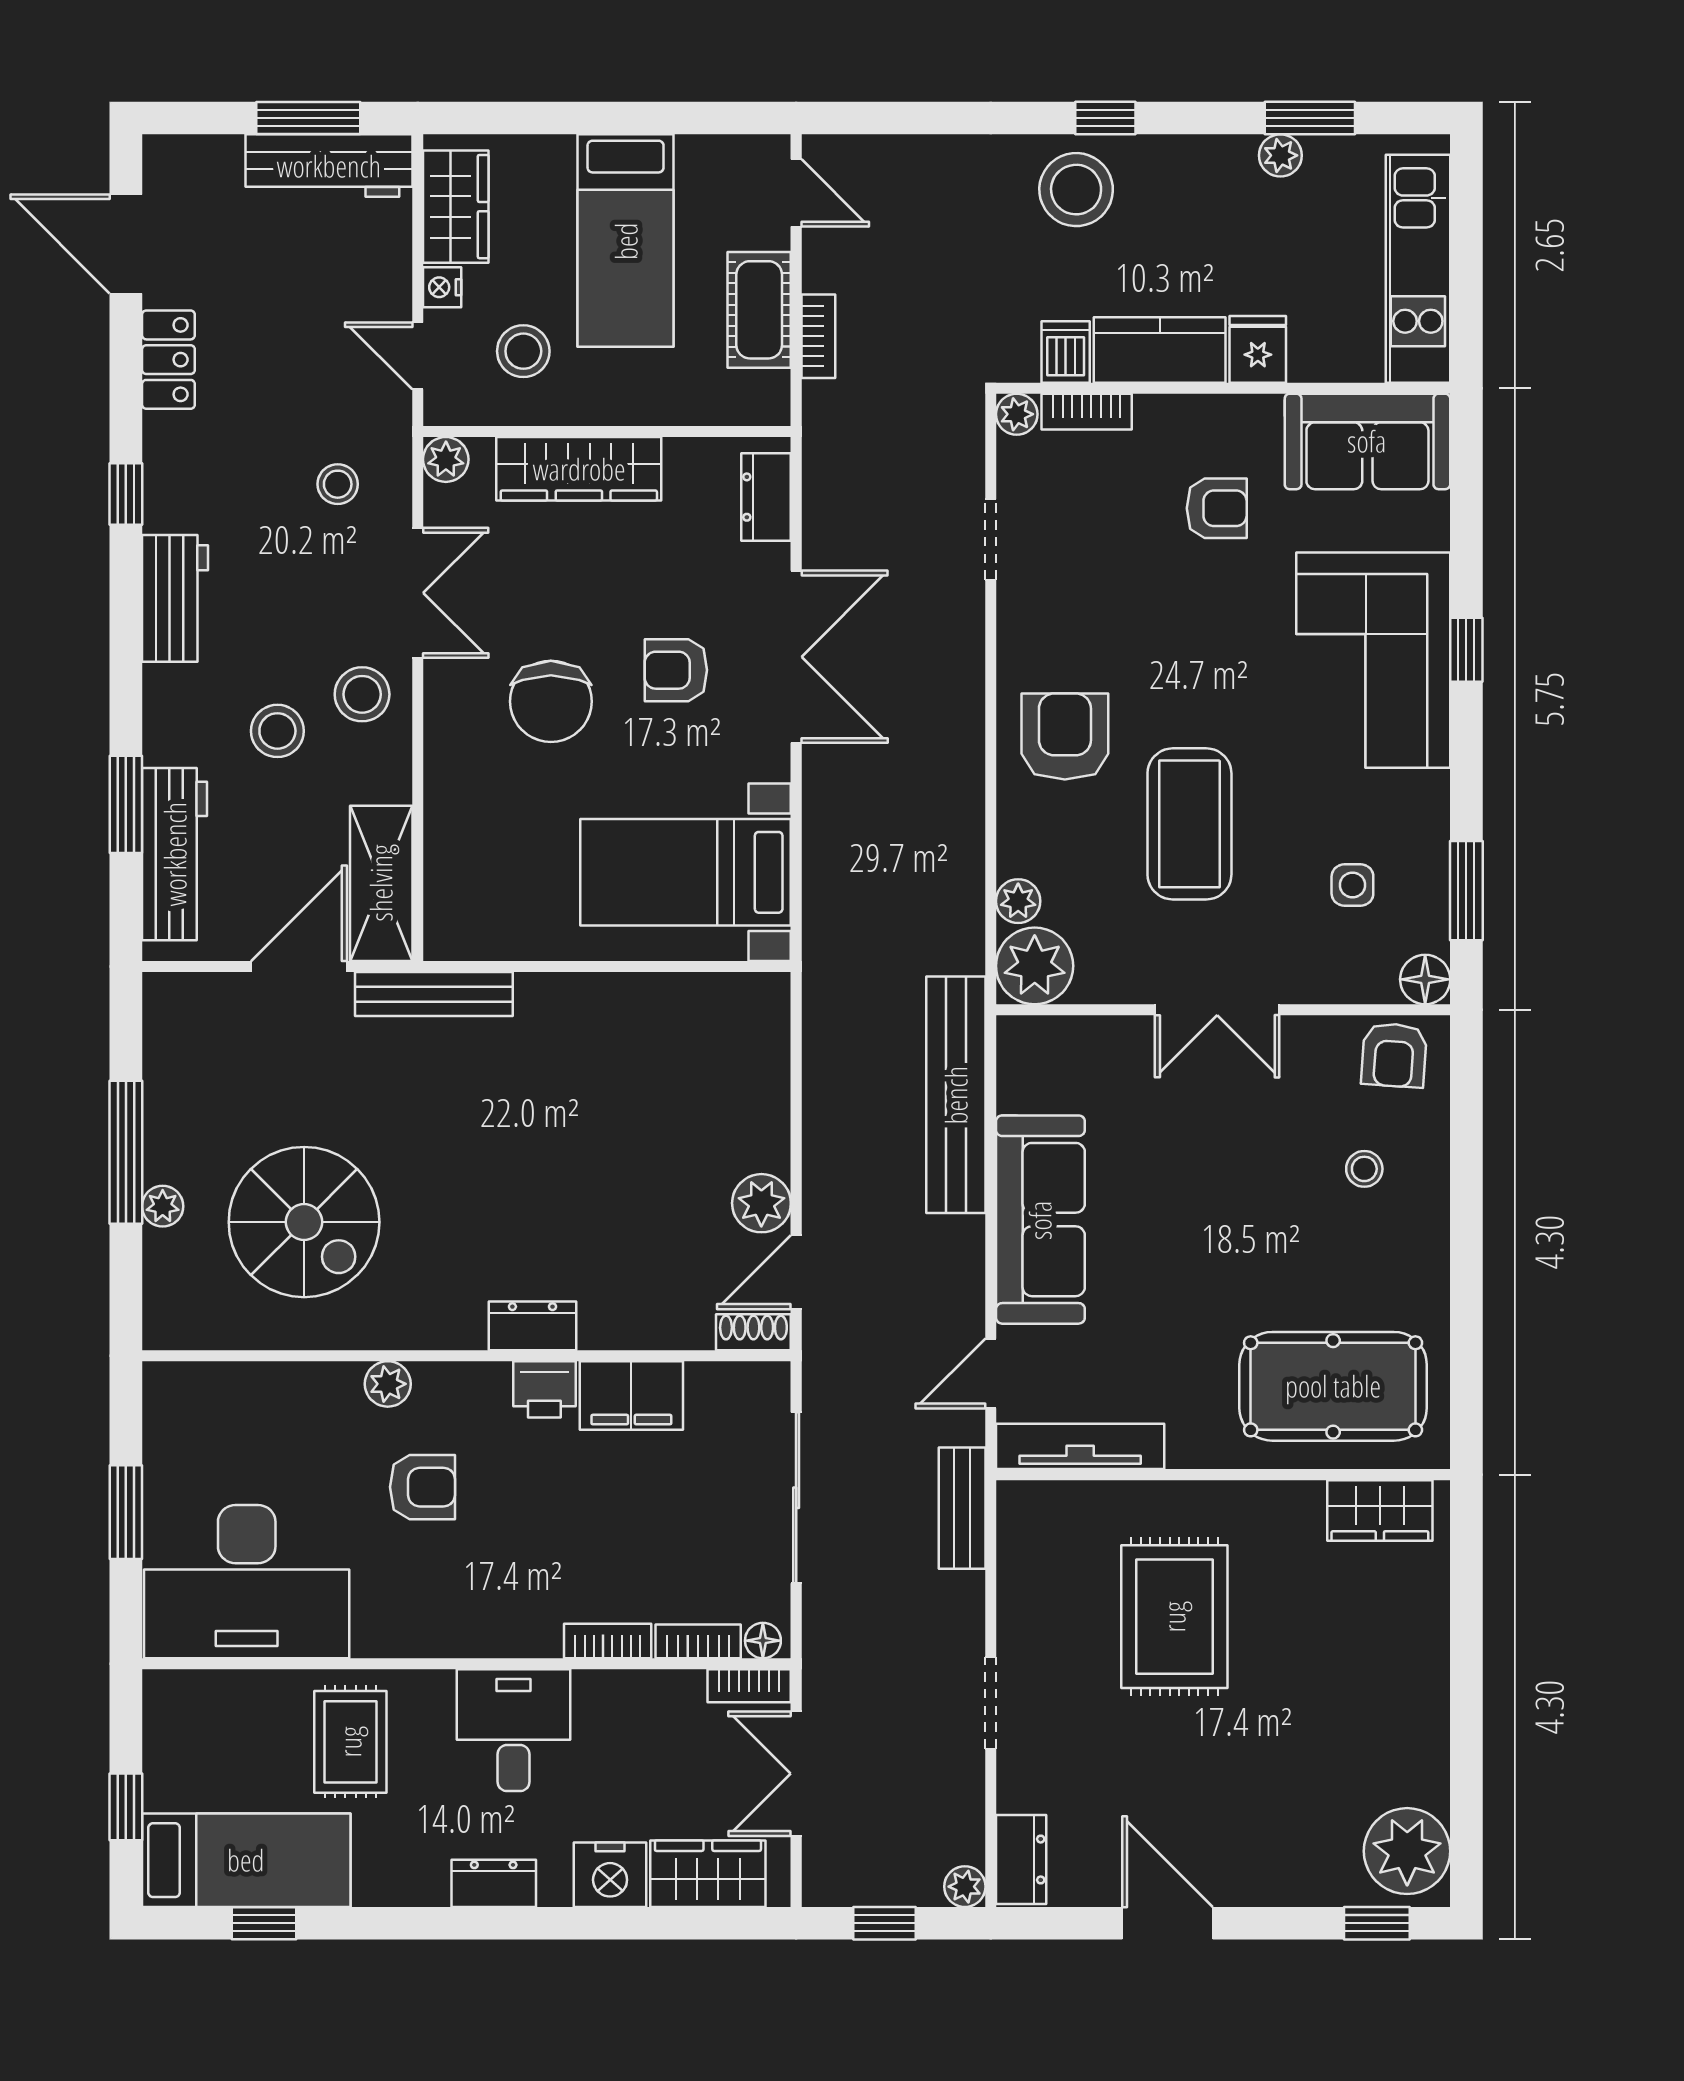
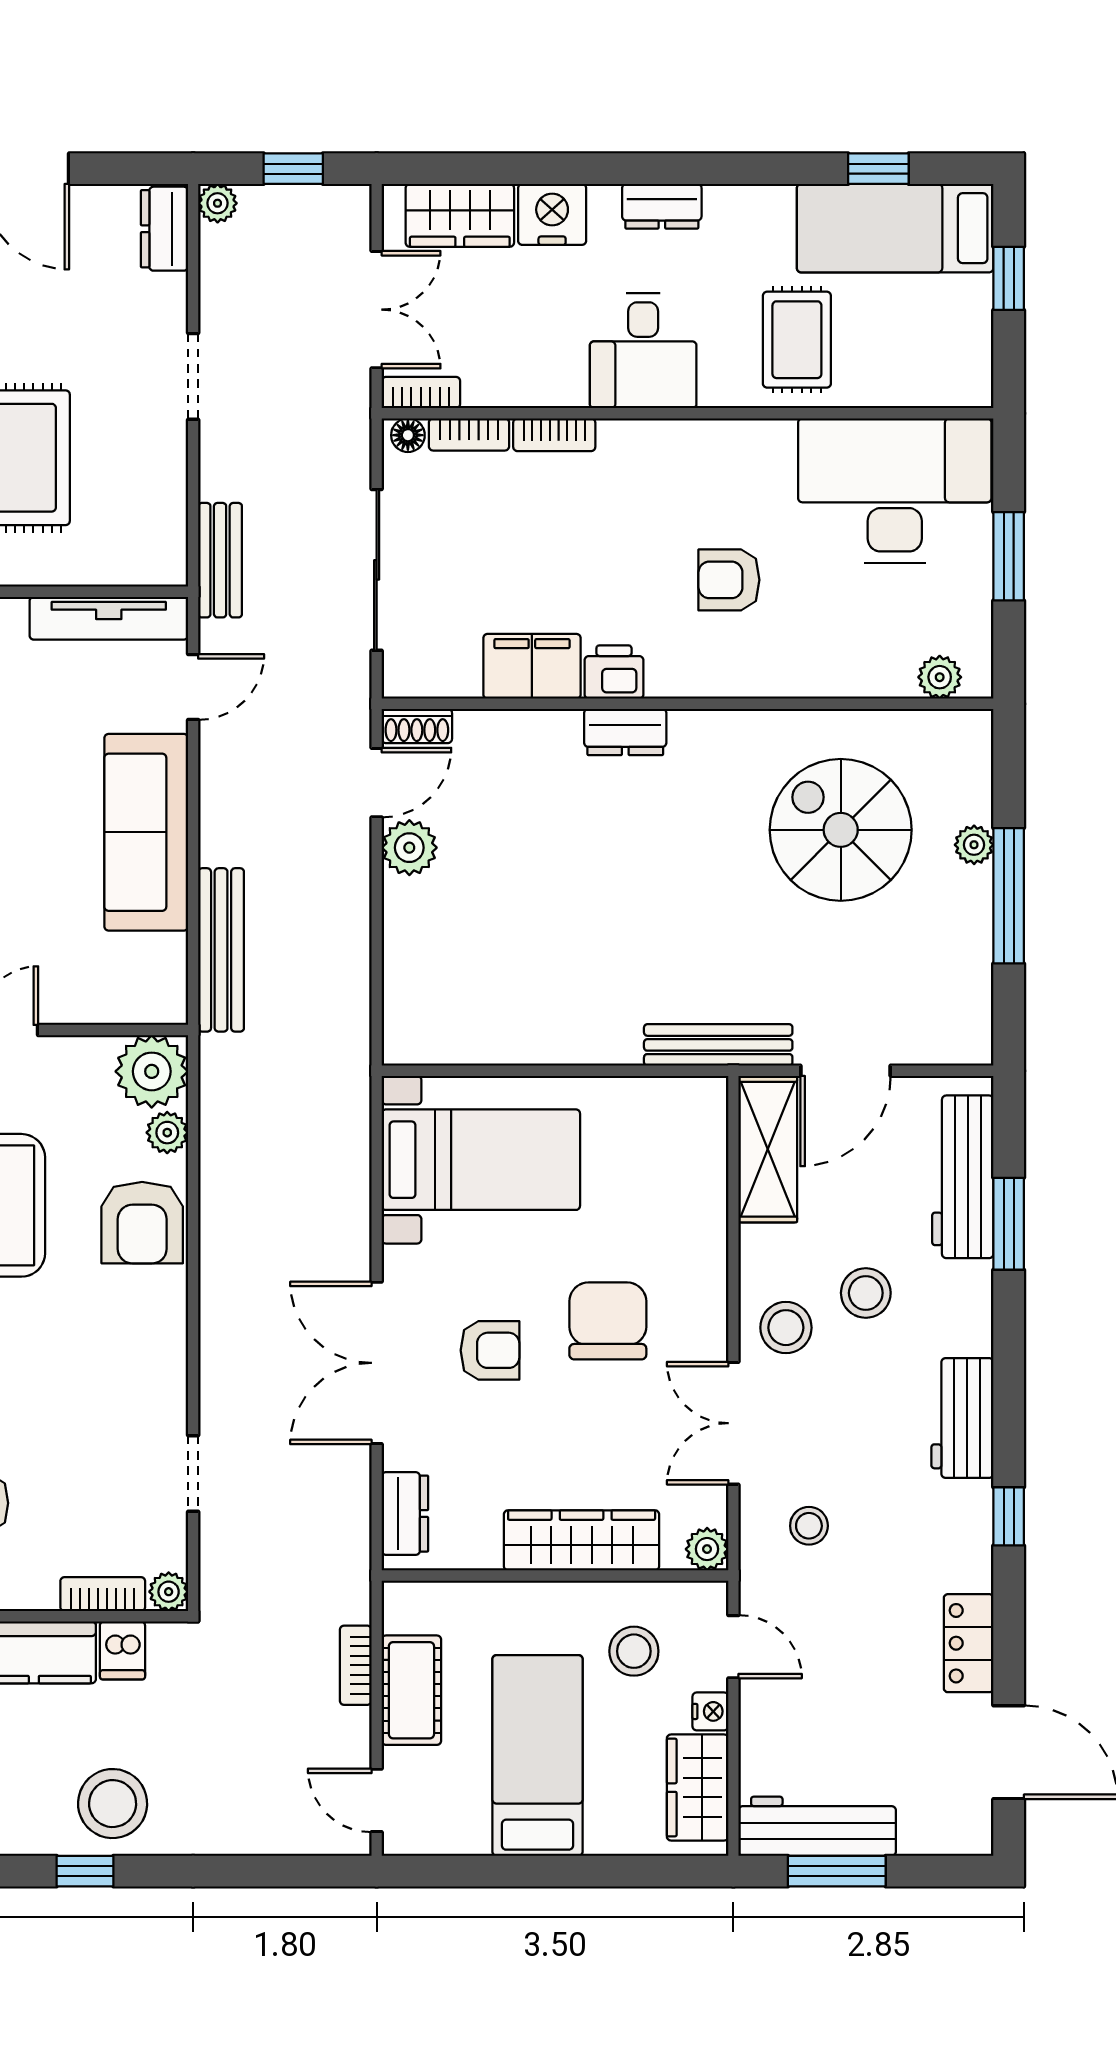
armchair: (1065, 736) -> (142, 1223), moved
bench: (956, 1095) -> (221, 950), width x0.73, depth x0.82
plant: (388, 1384) -> (940, 677), moved

